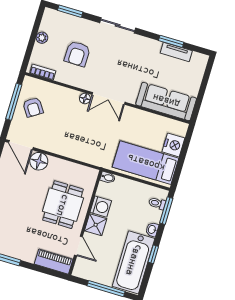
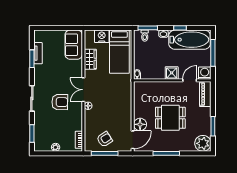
armchair: (77, 54) -> (60, 102), moved
double door: (109, 98) -> (83, 90), swing flipped
sofa: (166, 101) -> (74, 45), width x0.73
wardrobe: (147, 120) -> (90, 59), added
dining table: (63, 205) -> (170, 118), moved
washing machine: (101, 207) -> (205, 73), moved

